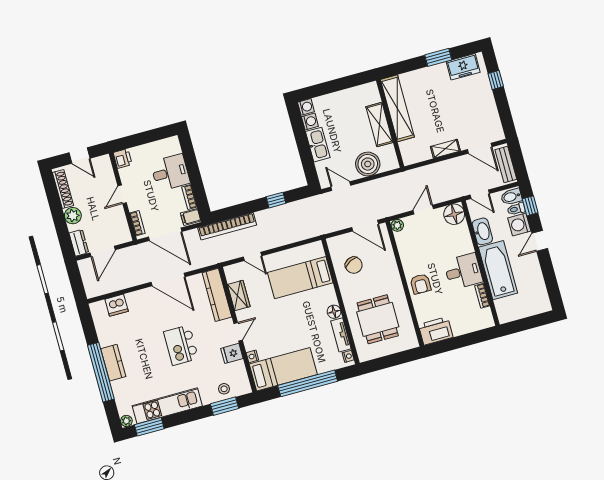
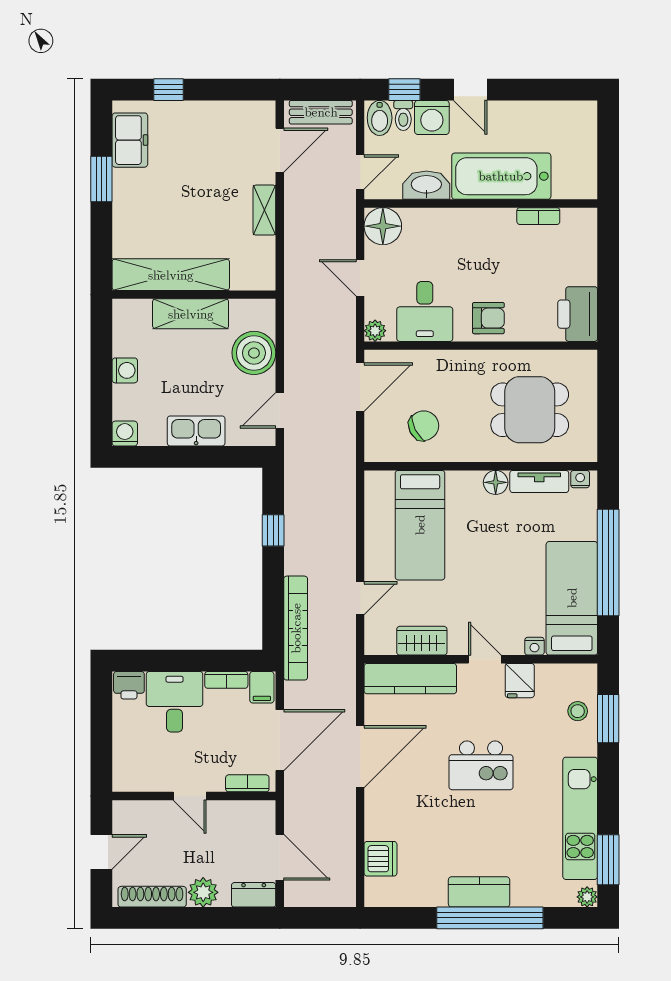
washing machine: (310, 121) -> (125, 370), moved, turned 90
printer: (123, 159) -> (129, 685), moved, turned 180
desk: (463, 271) -> (425, 311), moved, turned 180

